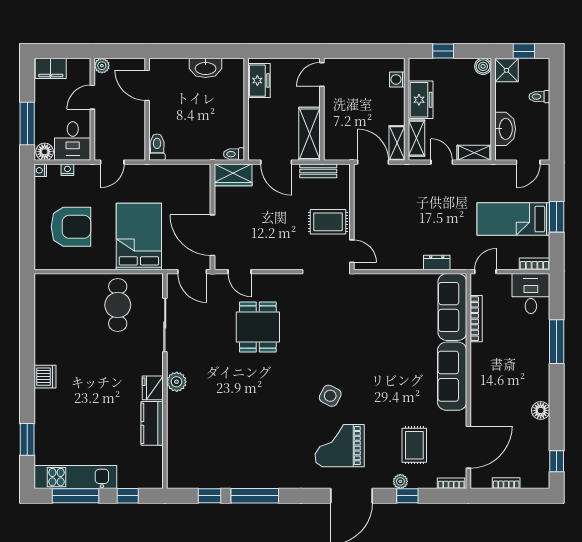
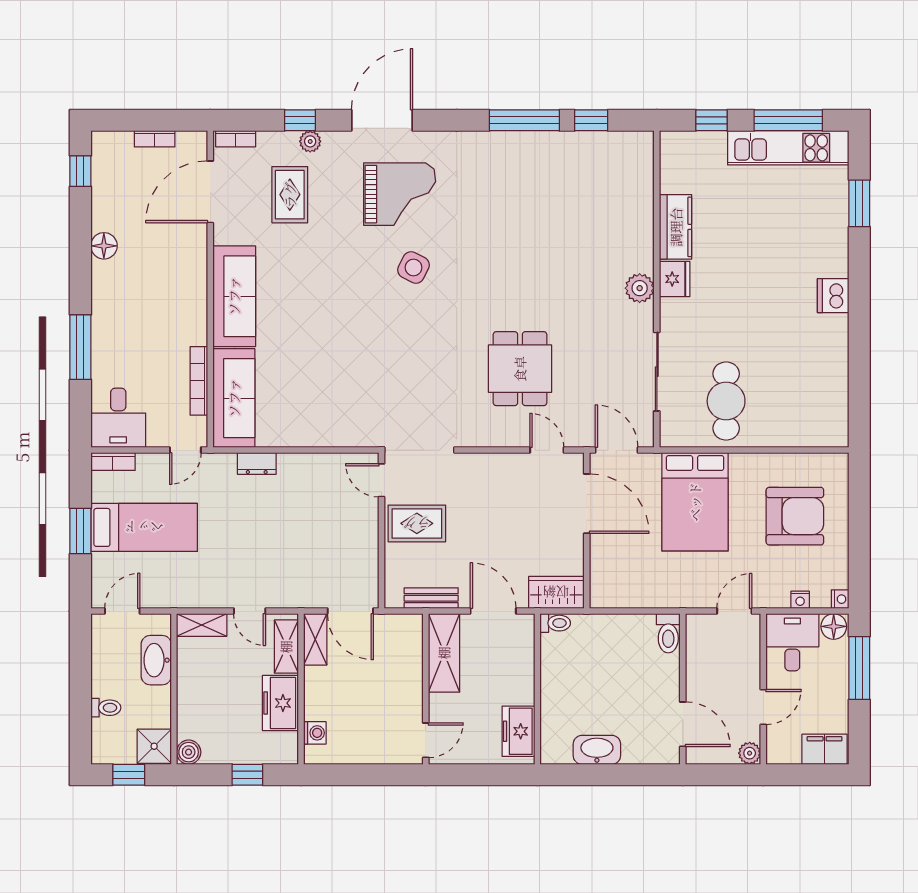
armchair: (71, 227) -> (795, 516), turned 180

